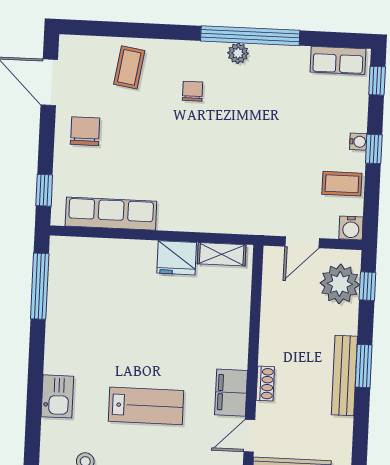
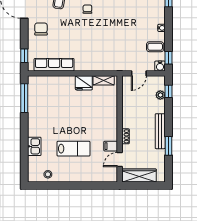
window: (374, 149) -> (168, 58), moved
plant: (340, 284) -> (160, 95), width x0.53, depth x0.53
window: (364, 366) -> (168, 146), moved
filing cabinet: (231, 393) -> (111, 146), width x0.50

